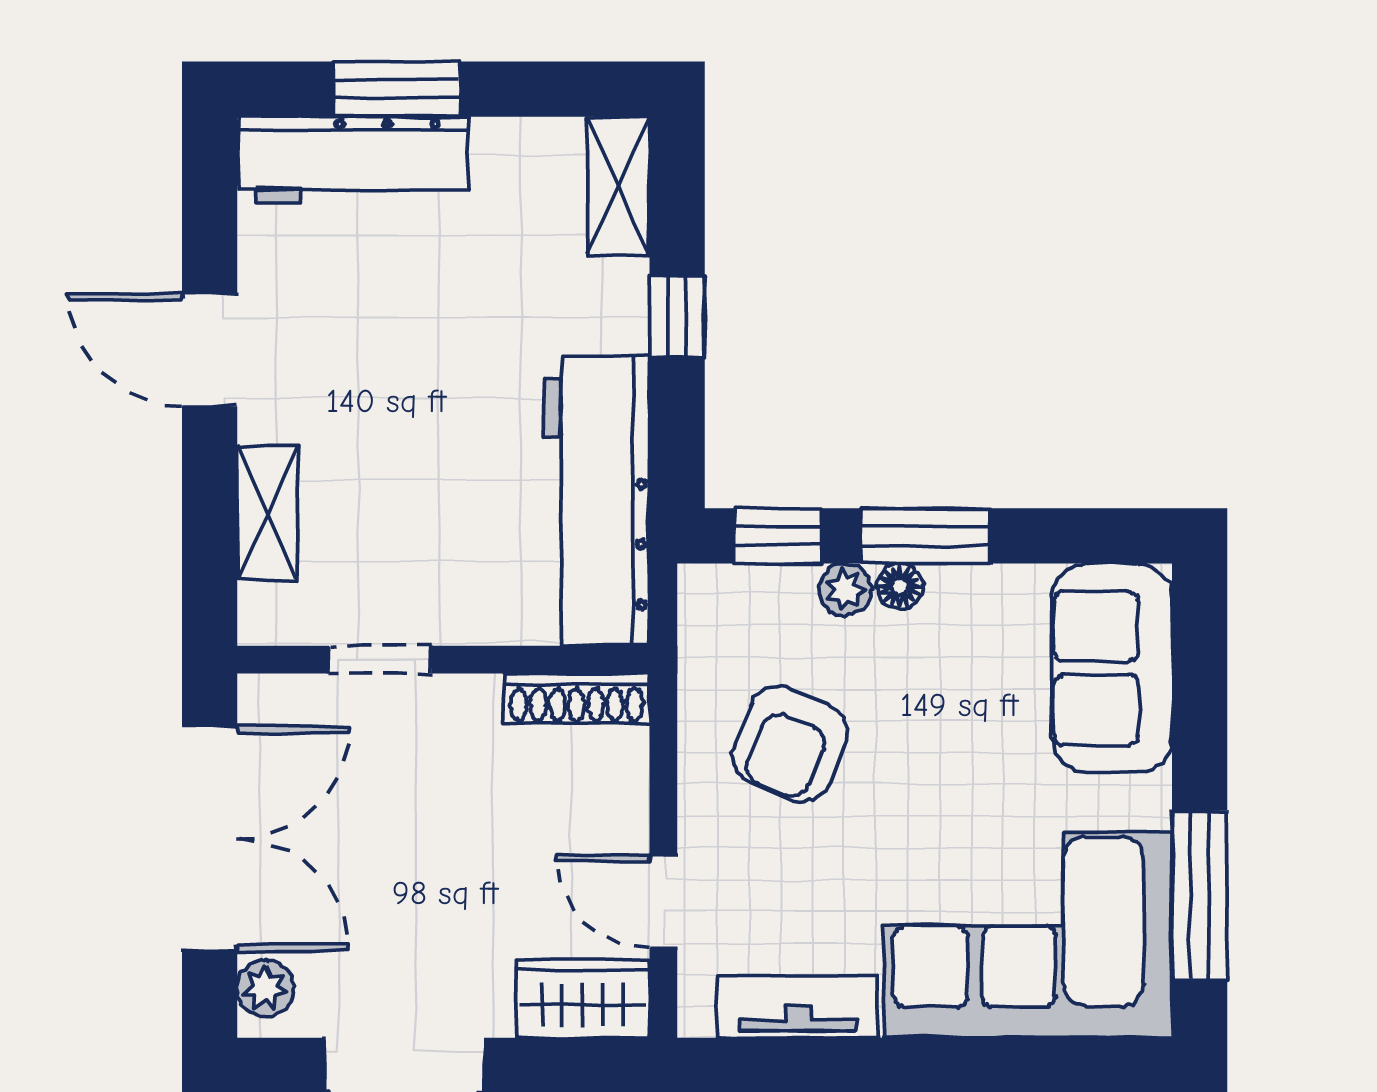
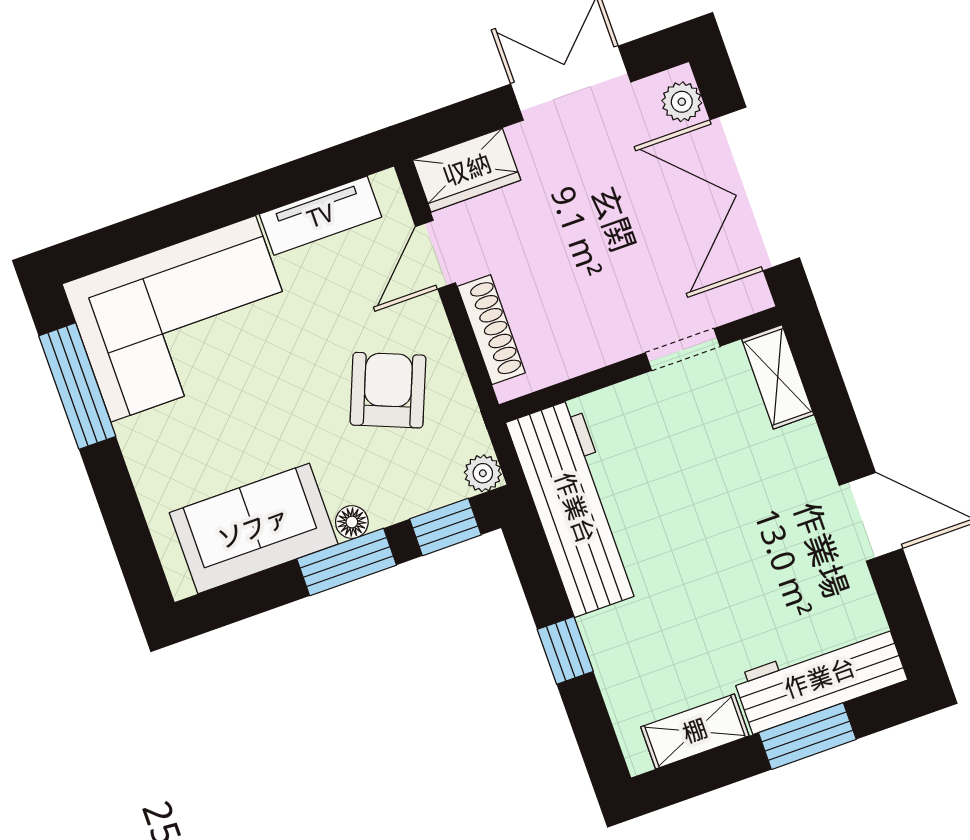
shelving: (618, 186) -> (695, 731), moved, turned 90
shelving: (267, 513) -> (778, 377), moved
plant: (845, 590) -> (483, 473), moved
sofa: (1112, 668) -> (254, 528), moved, turned -90
shoe rack: (576, 698) -> (491, 330), moved, turned 90
door: (663, 901) -> (435, 255), swing flipped

